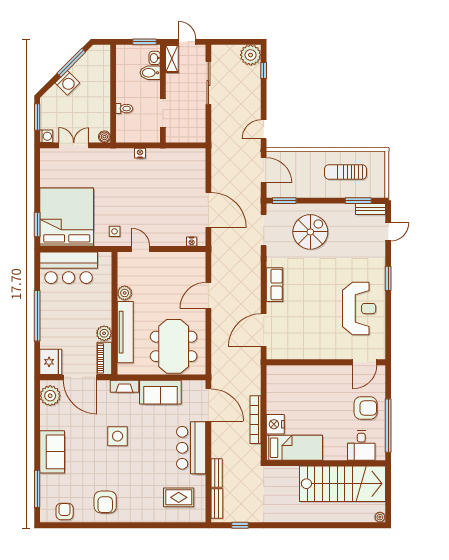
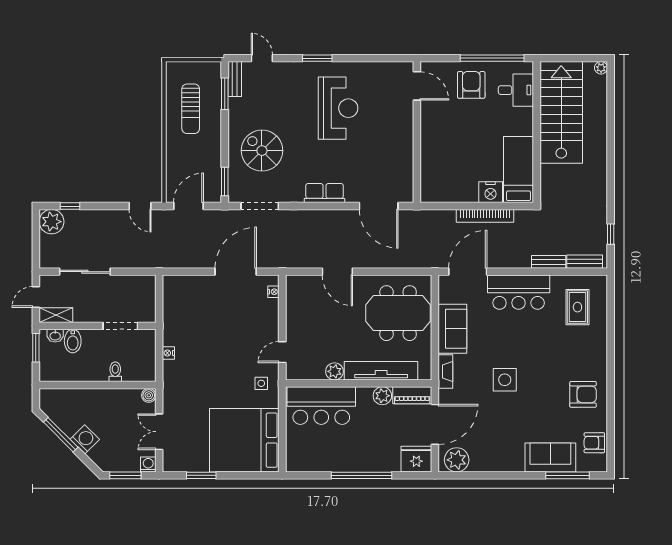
window: (37, 224) -> (201, 475), moved
bar counter: (69, 268) -> (321, 406), moved, turned 90
reception desk: (359, 309) -> (338, 108), moved, turned 90
sofa: (52, 452) -> (550, 457), moved

